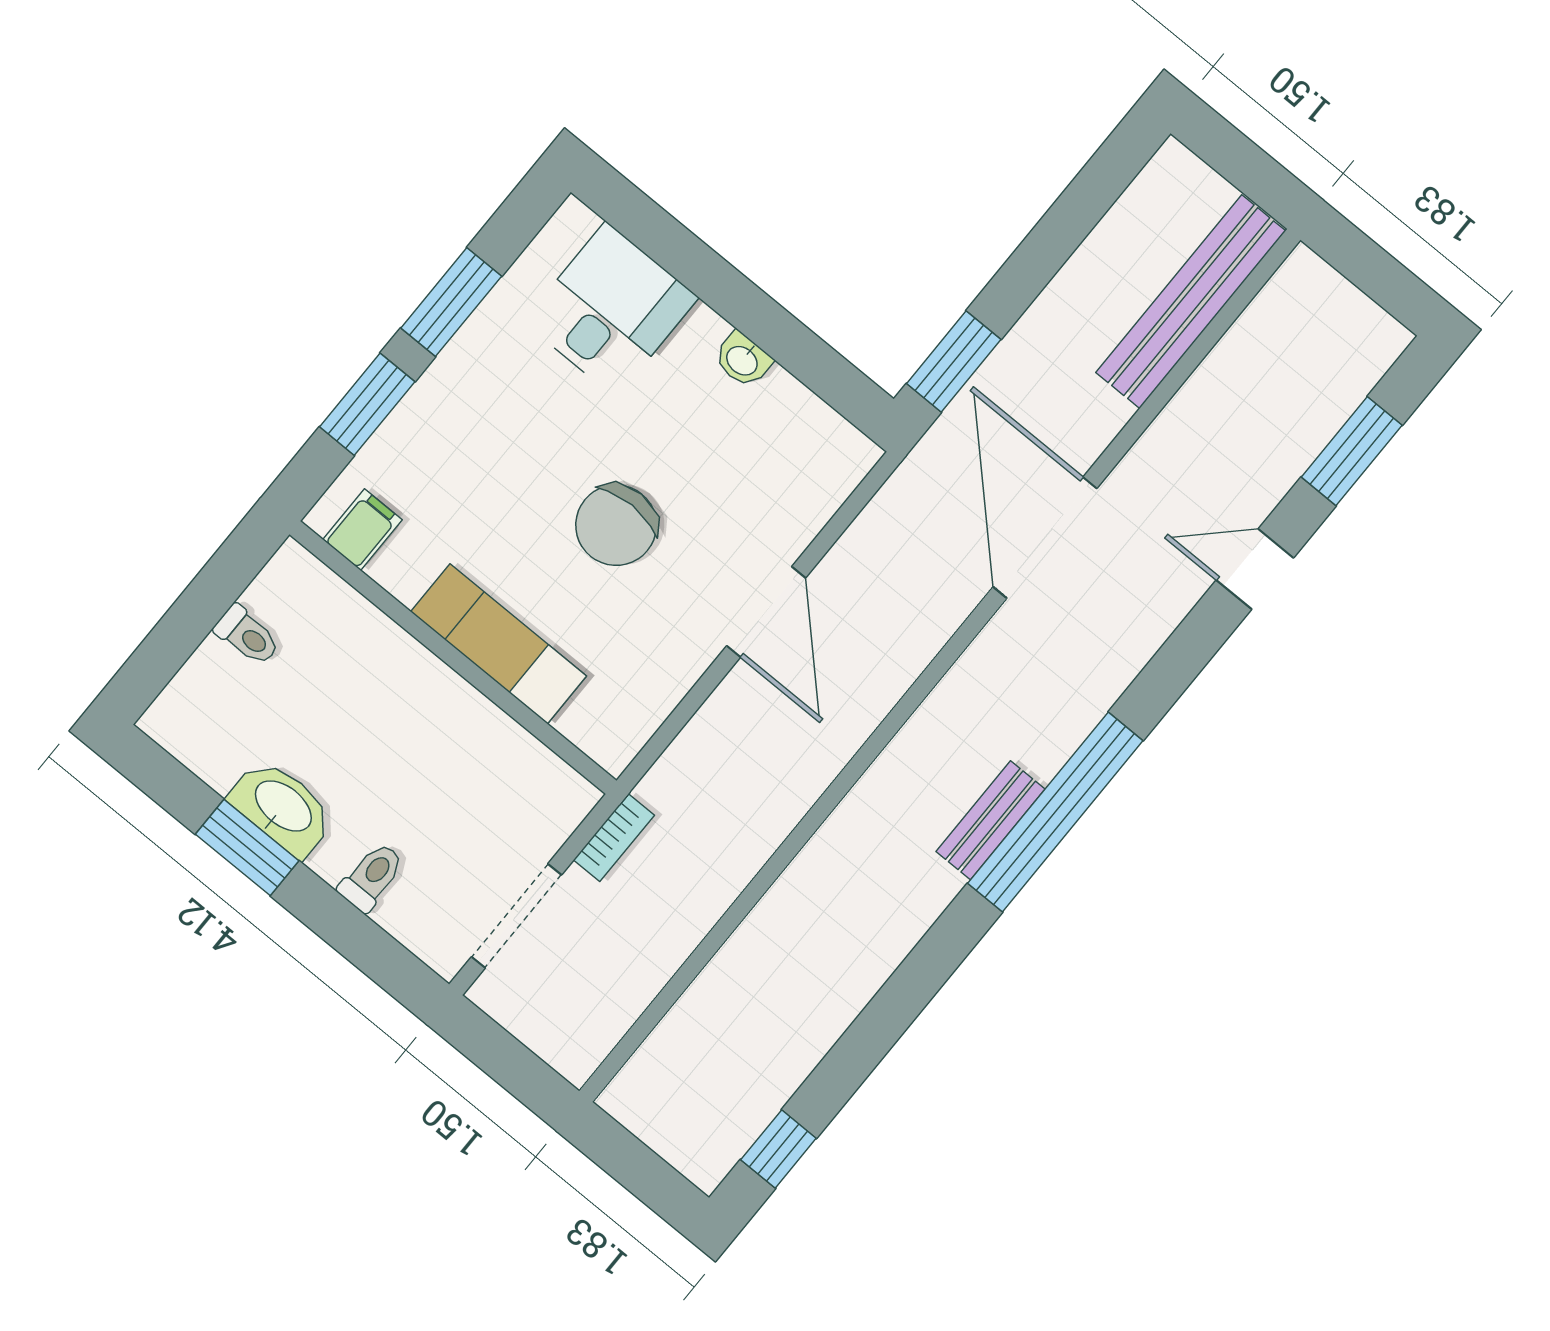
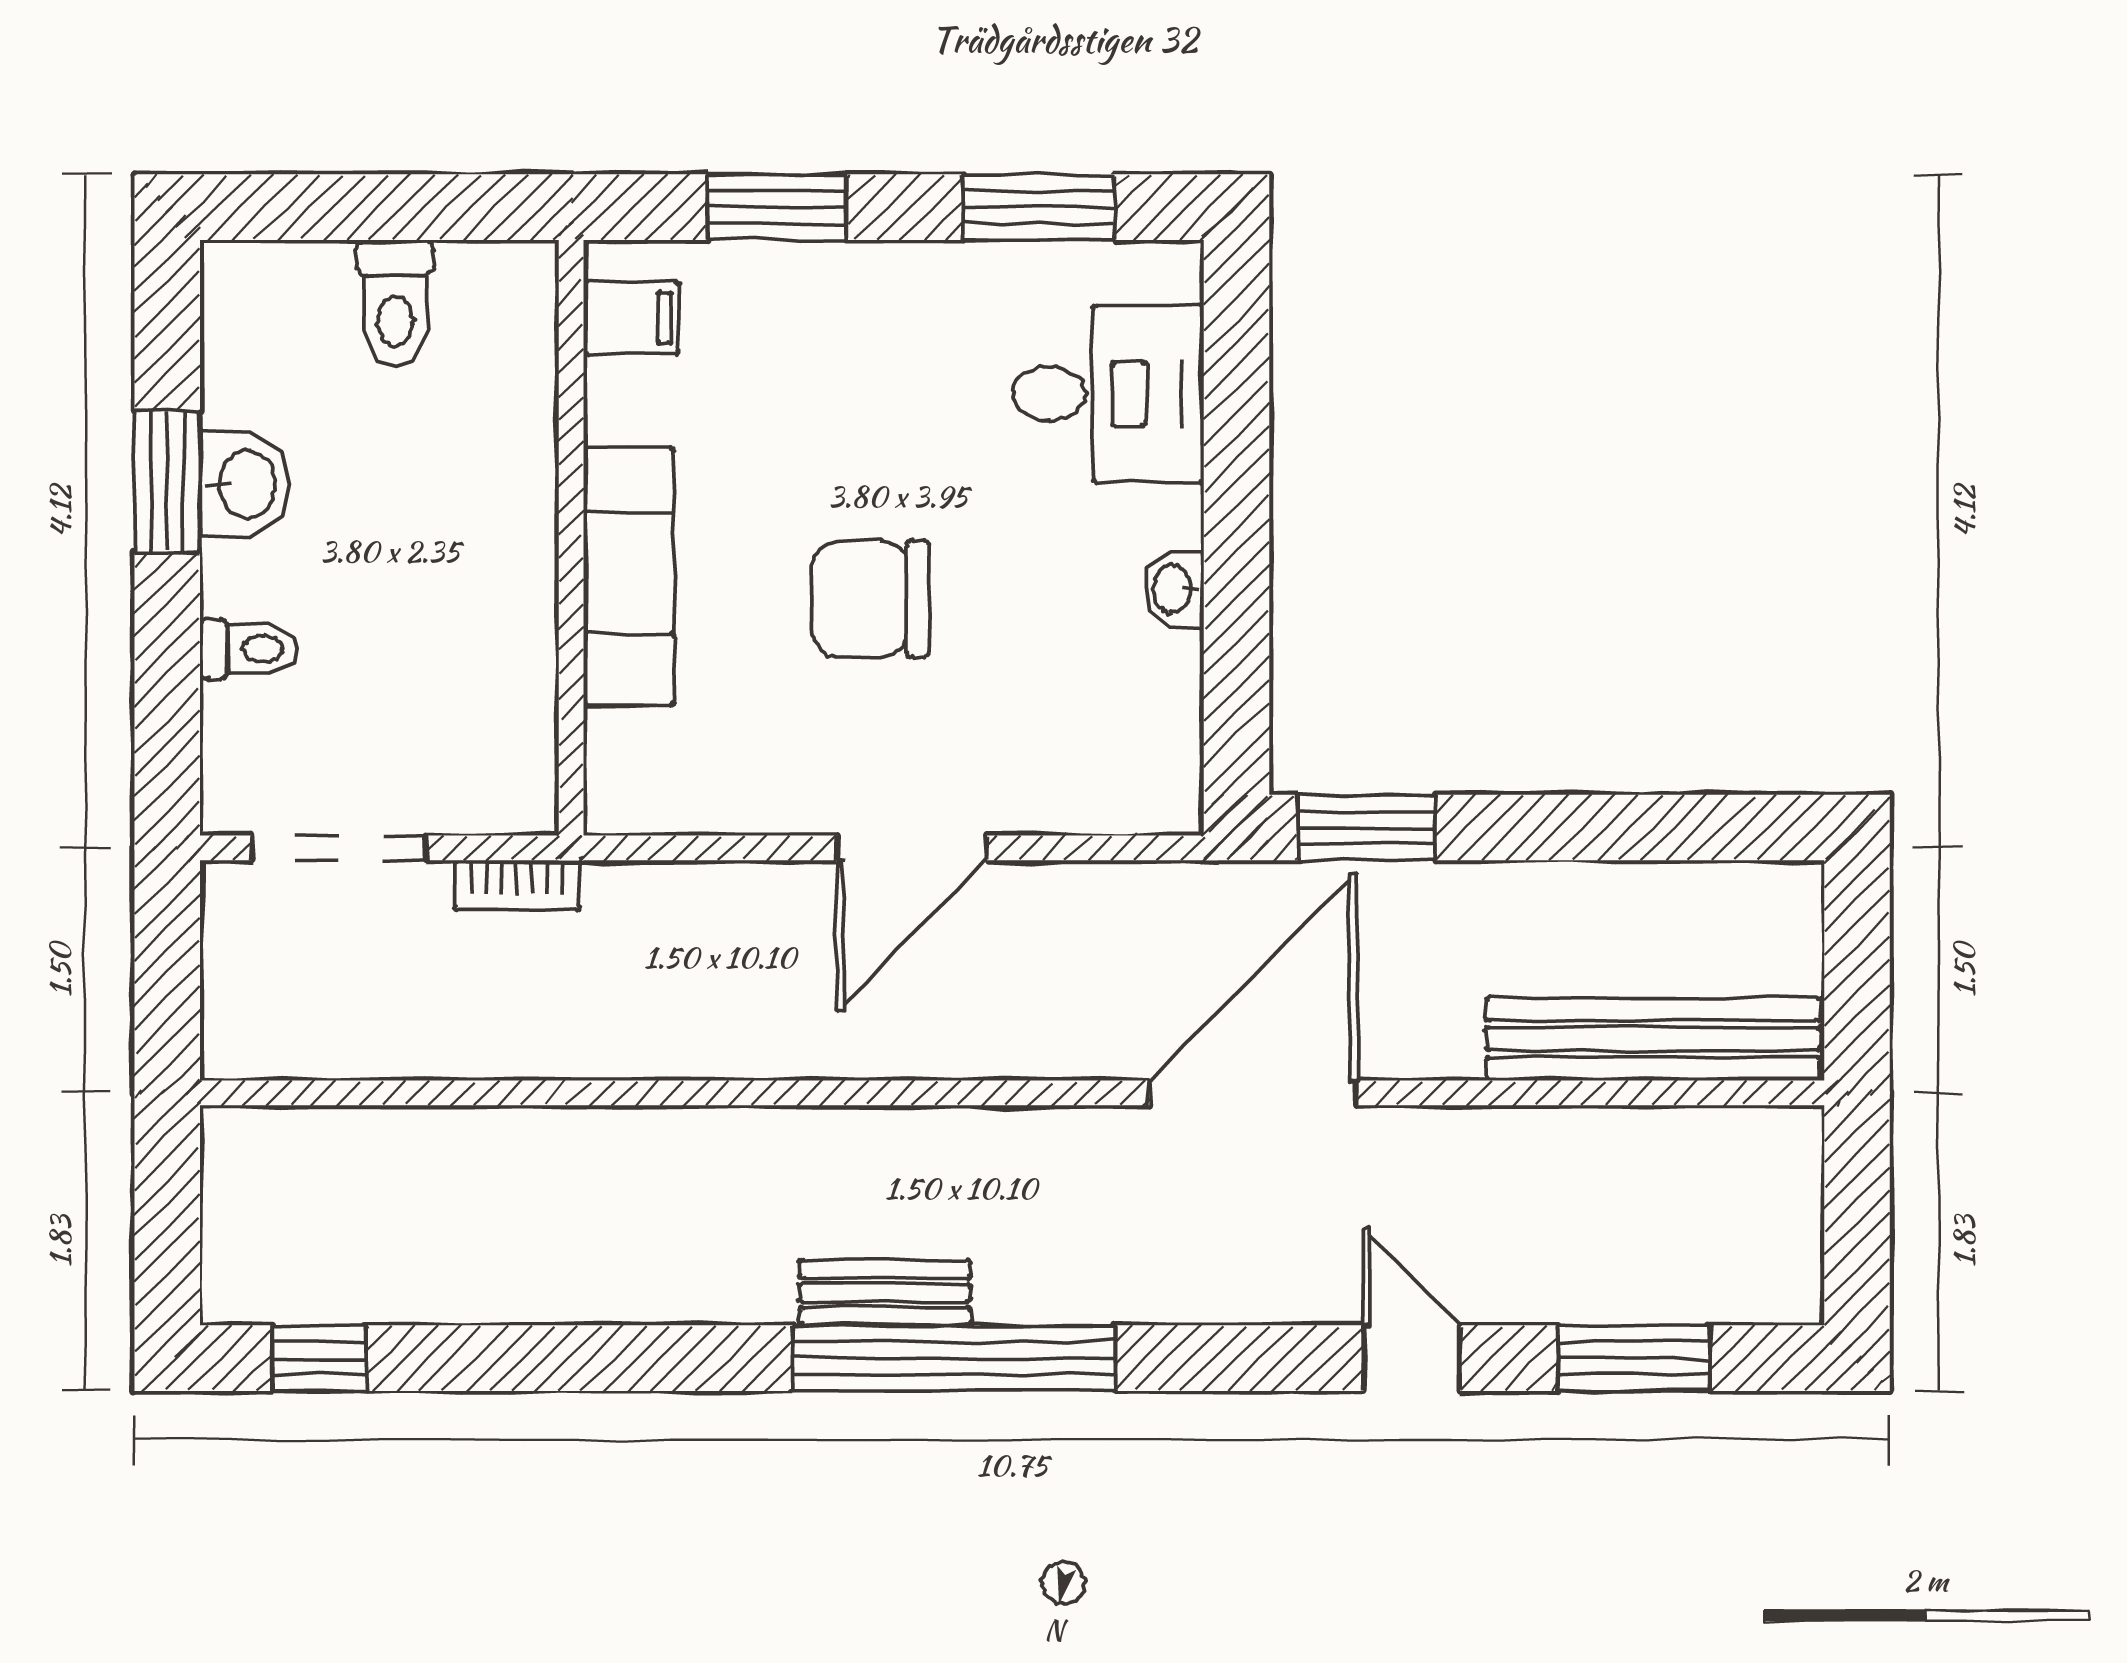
window: (451, 302) -> (1039, 207), moved
toilet: (247, 635) -> (395, 304), width x1.37, depth x1.39
washbasin: (282, 807) -> (245, 484), width x0.72

